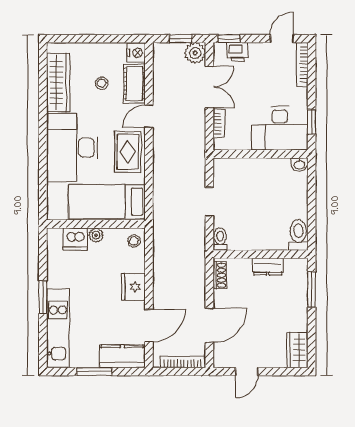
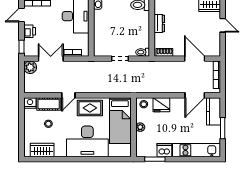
window: (181, 39) -> (22, 76), removed
door: (282, 39) -> (22, 15), hinge flipped
printer: (238, 52) -> (30, 31), moved
wardrobe: (58, 83) -> (42, 150), width x0.67
door: (149, 116) -> (68, 95), hinge flipped
dishwasher: (75, 239) -> (164, 150), moved, turned -90
fridge: (133, 287) -> (161, 105), moved
window: (43, 297) -> (155, 159), moved
door: (149, 325) -> (195, 95), swing flipped
door: (247, 372) -> (223, 25), moved

